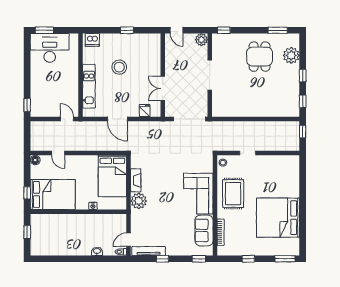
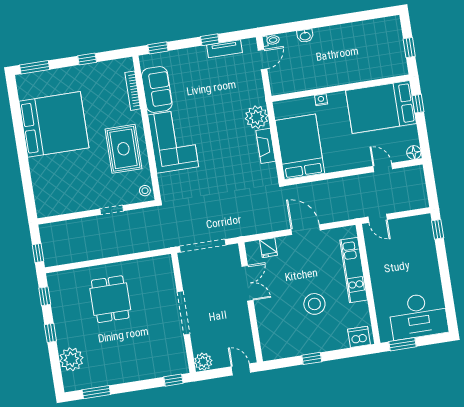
window: (44, 30) -> (403, 344), moved
dining table: (260, 57) -> (110, 299), moved
tv unit: (149, 251) -> (224, 49), width x0.71

